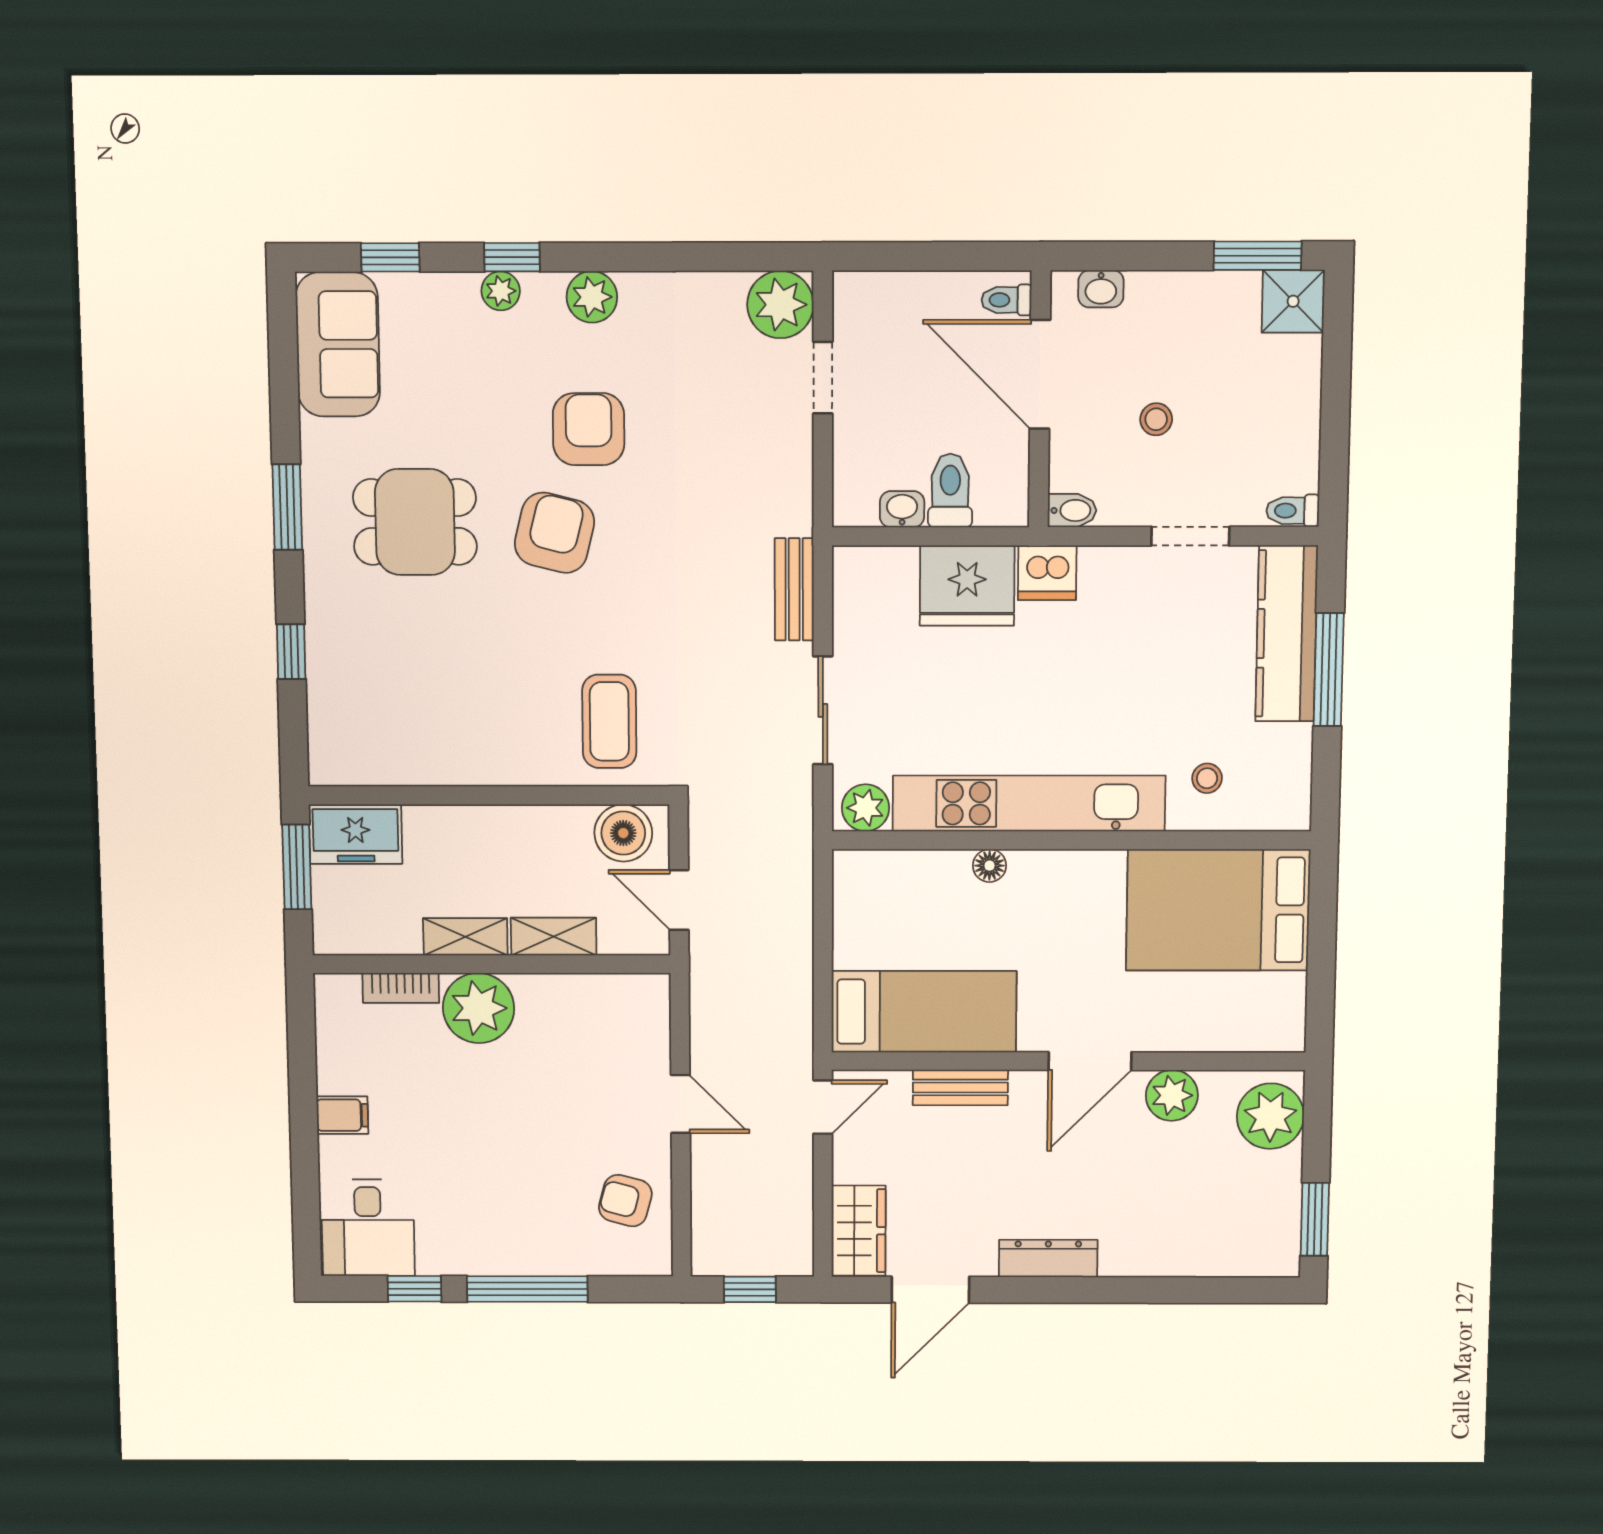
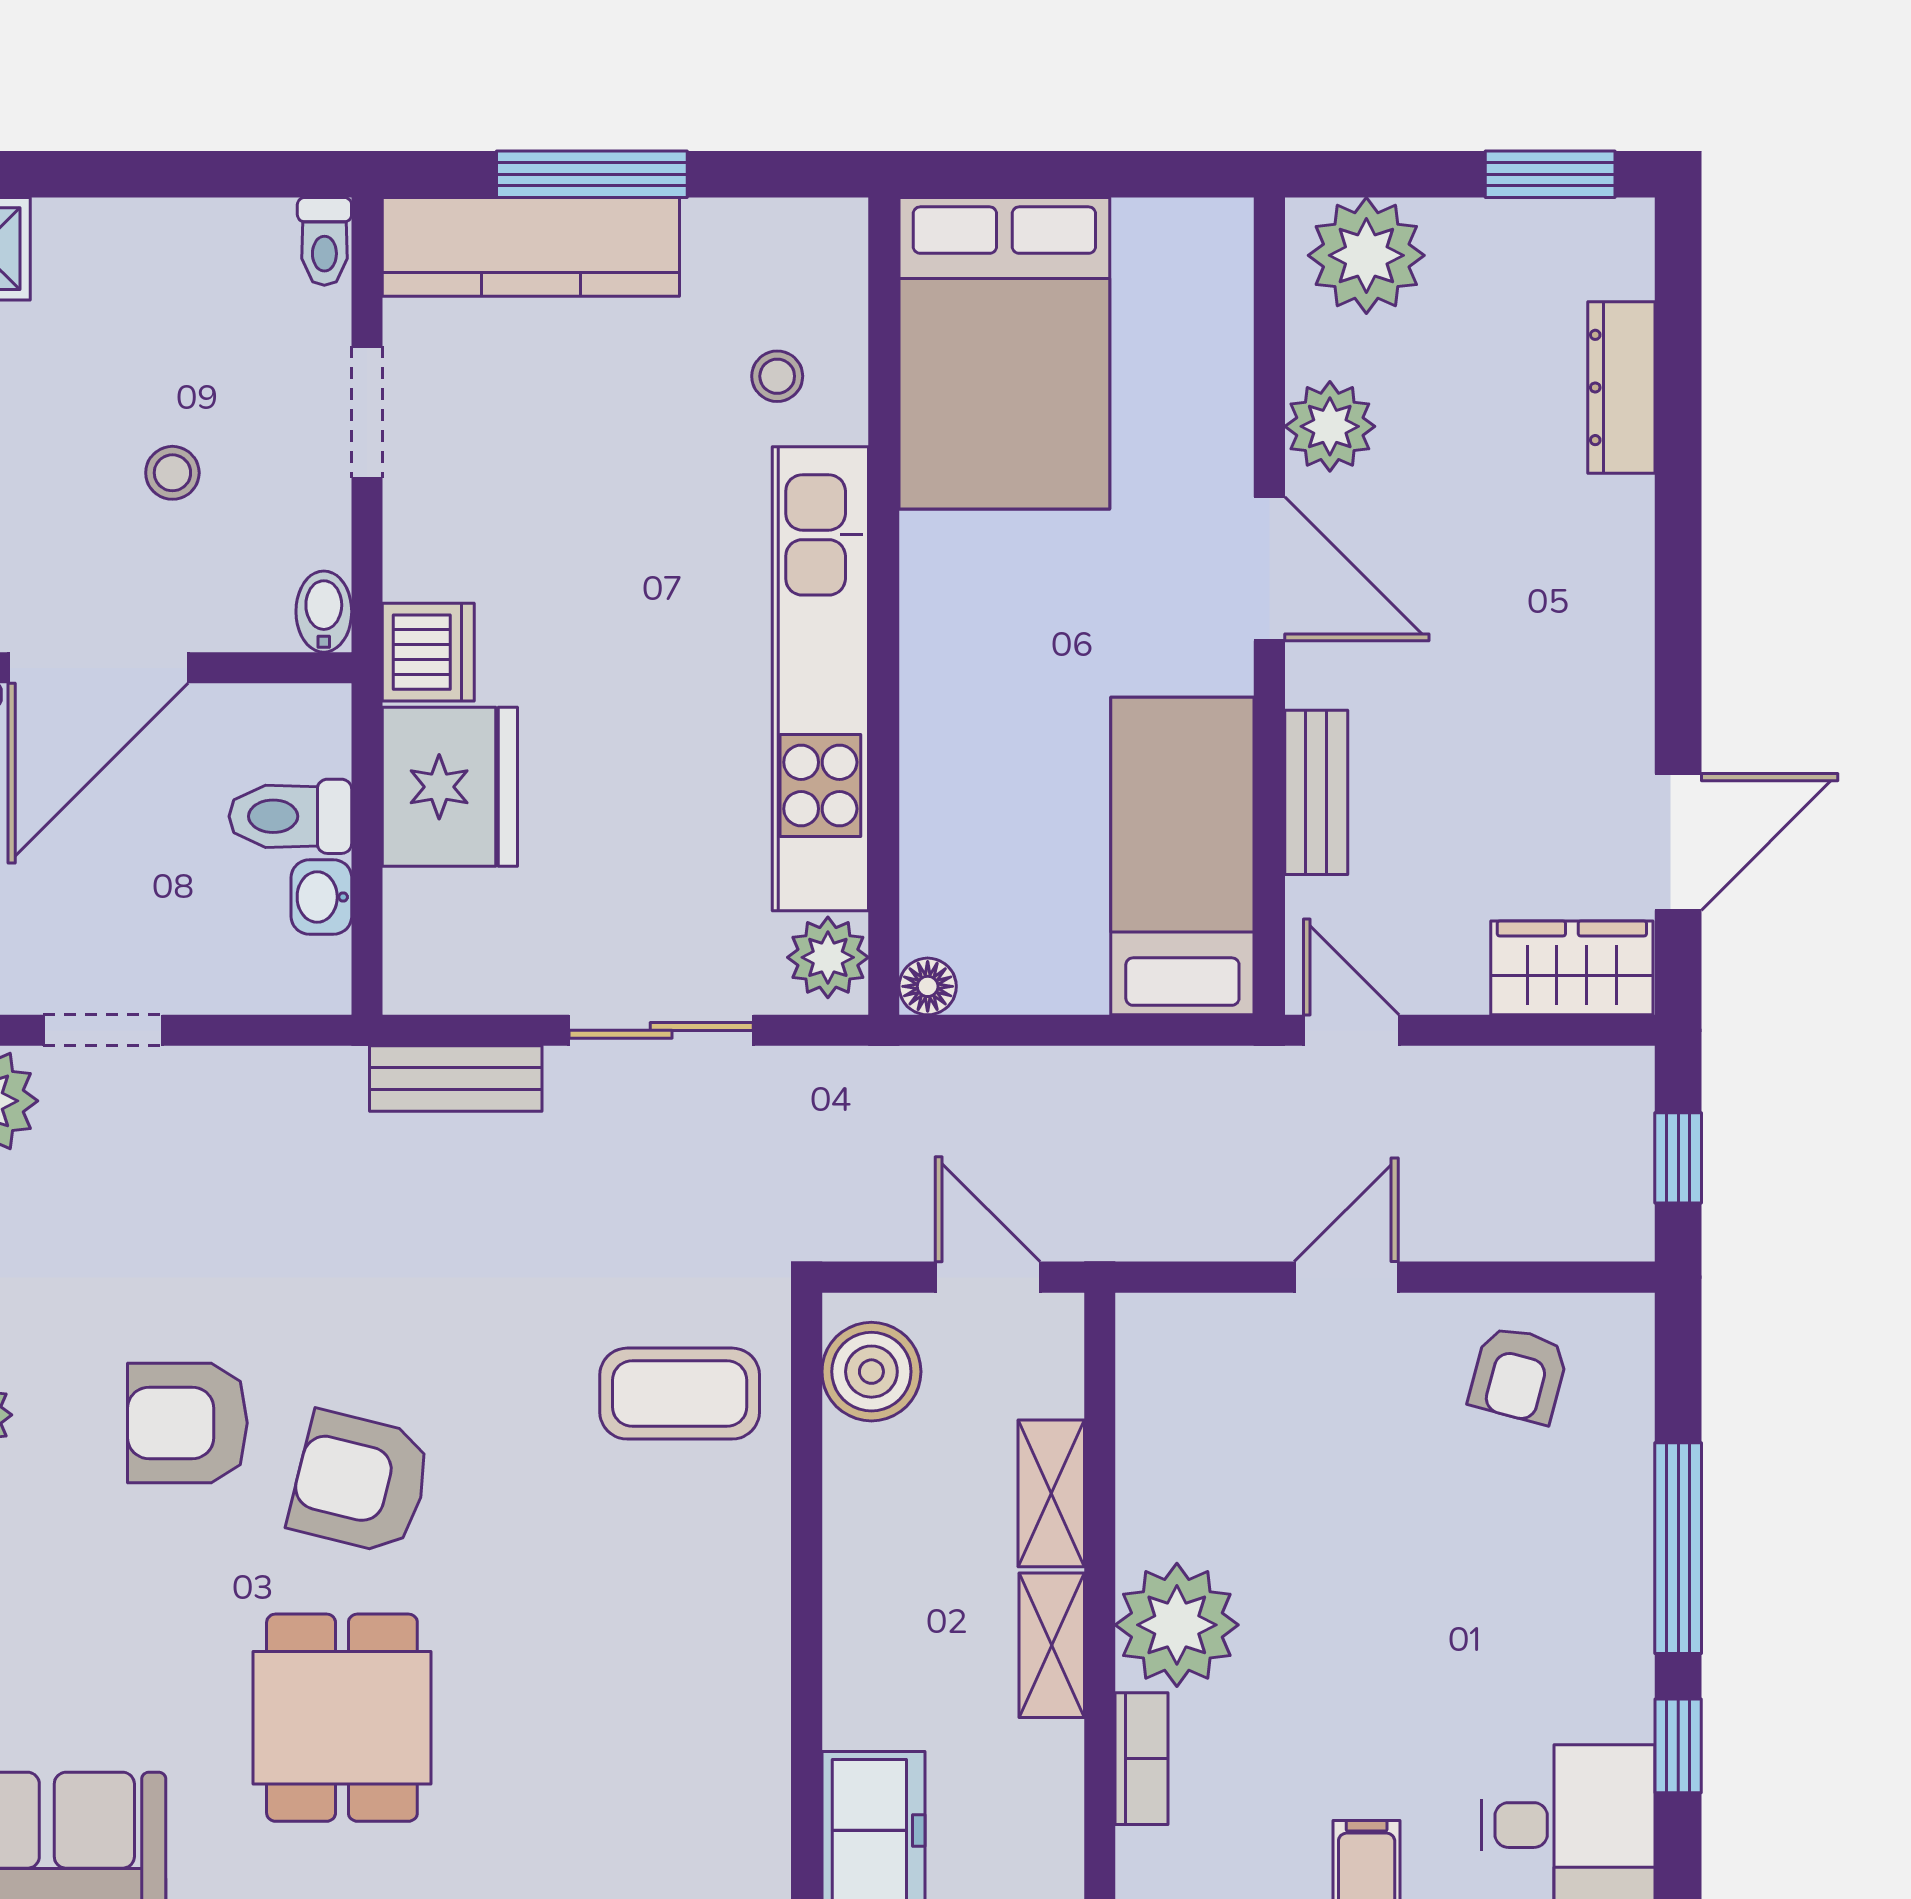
floor lamp: (990, 866) -> (928, 986), moved
door: (679, 900) -> (988, 1277), swing flipped
dresser: (1048, 1258) -> (1621, 387), moved
door: (930, 1290) -> (1678, 842), hinge flipped

